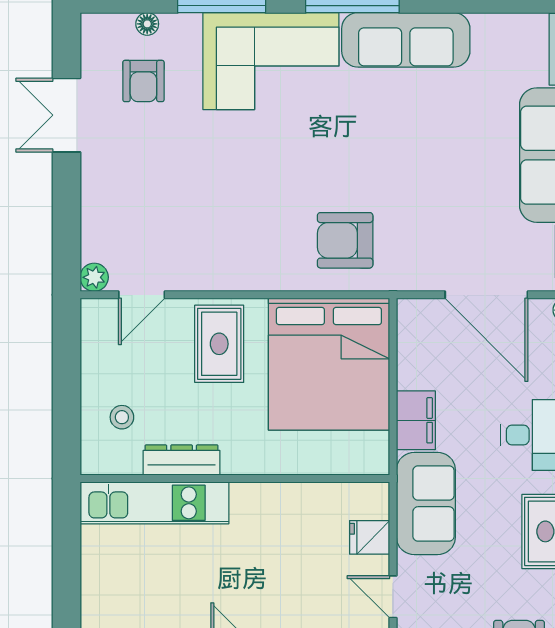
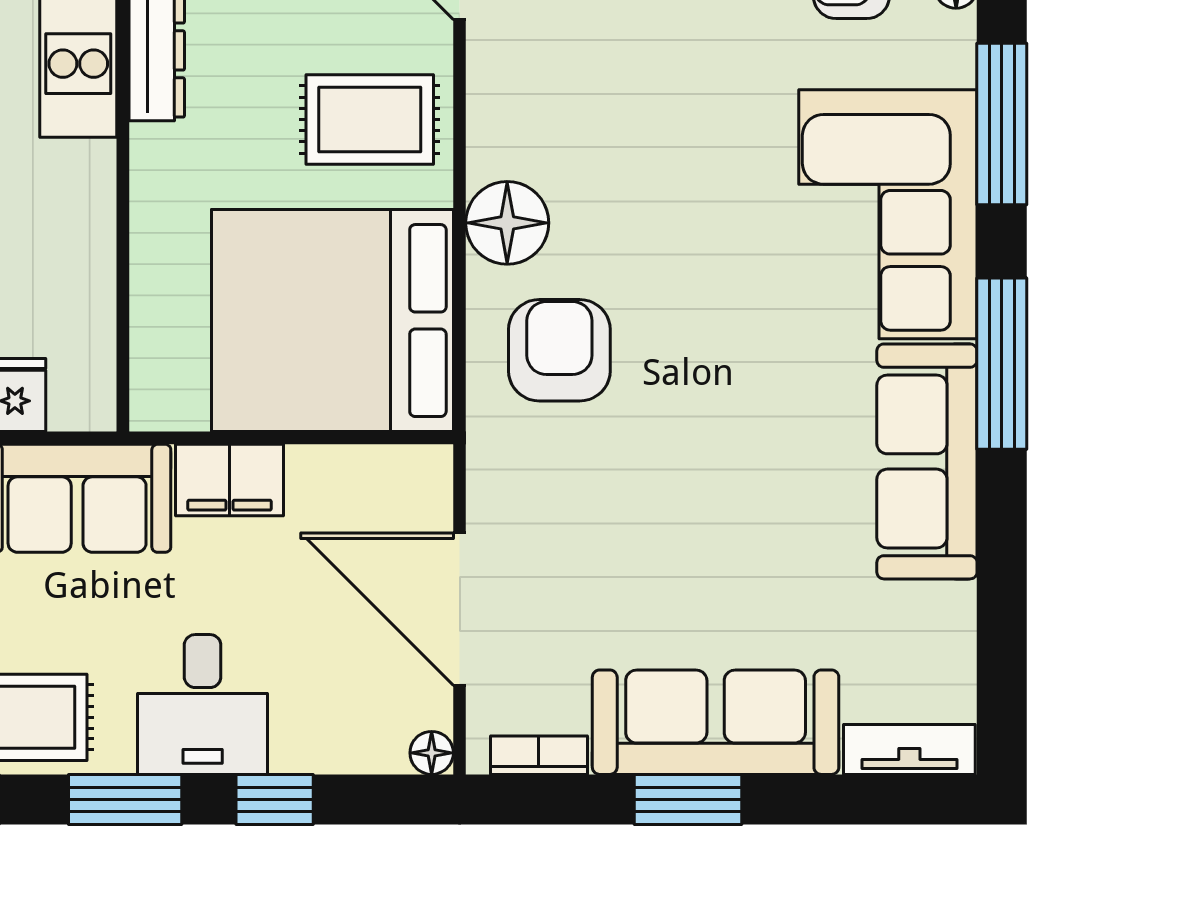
floor lamp: (276, 269) -> (507, 223), added
door: (486, 295) -> (460, 609), hinge flipped

